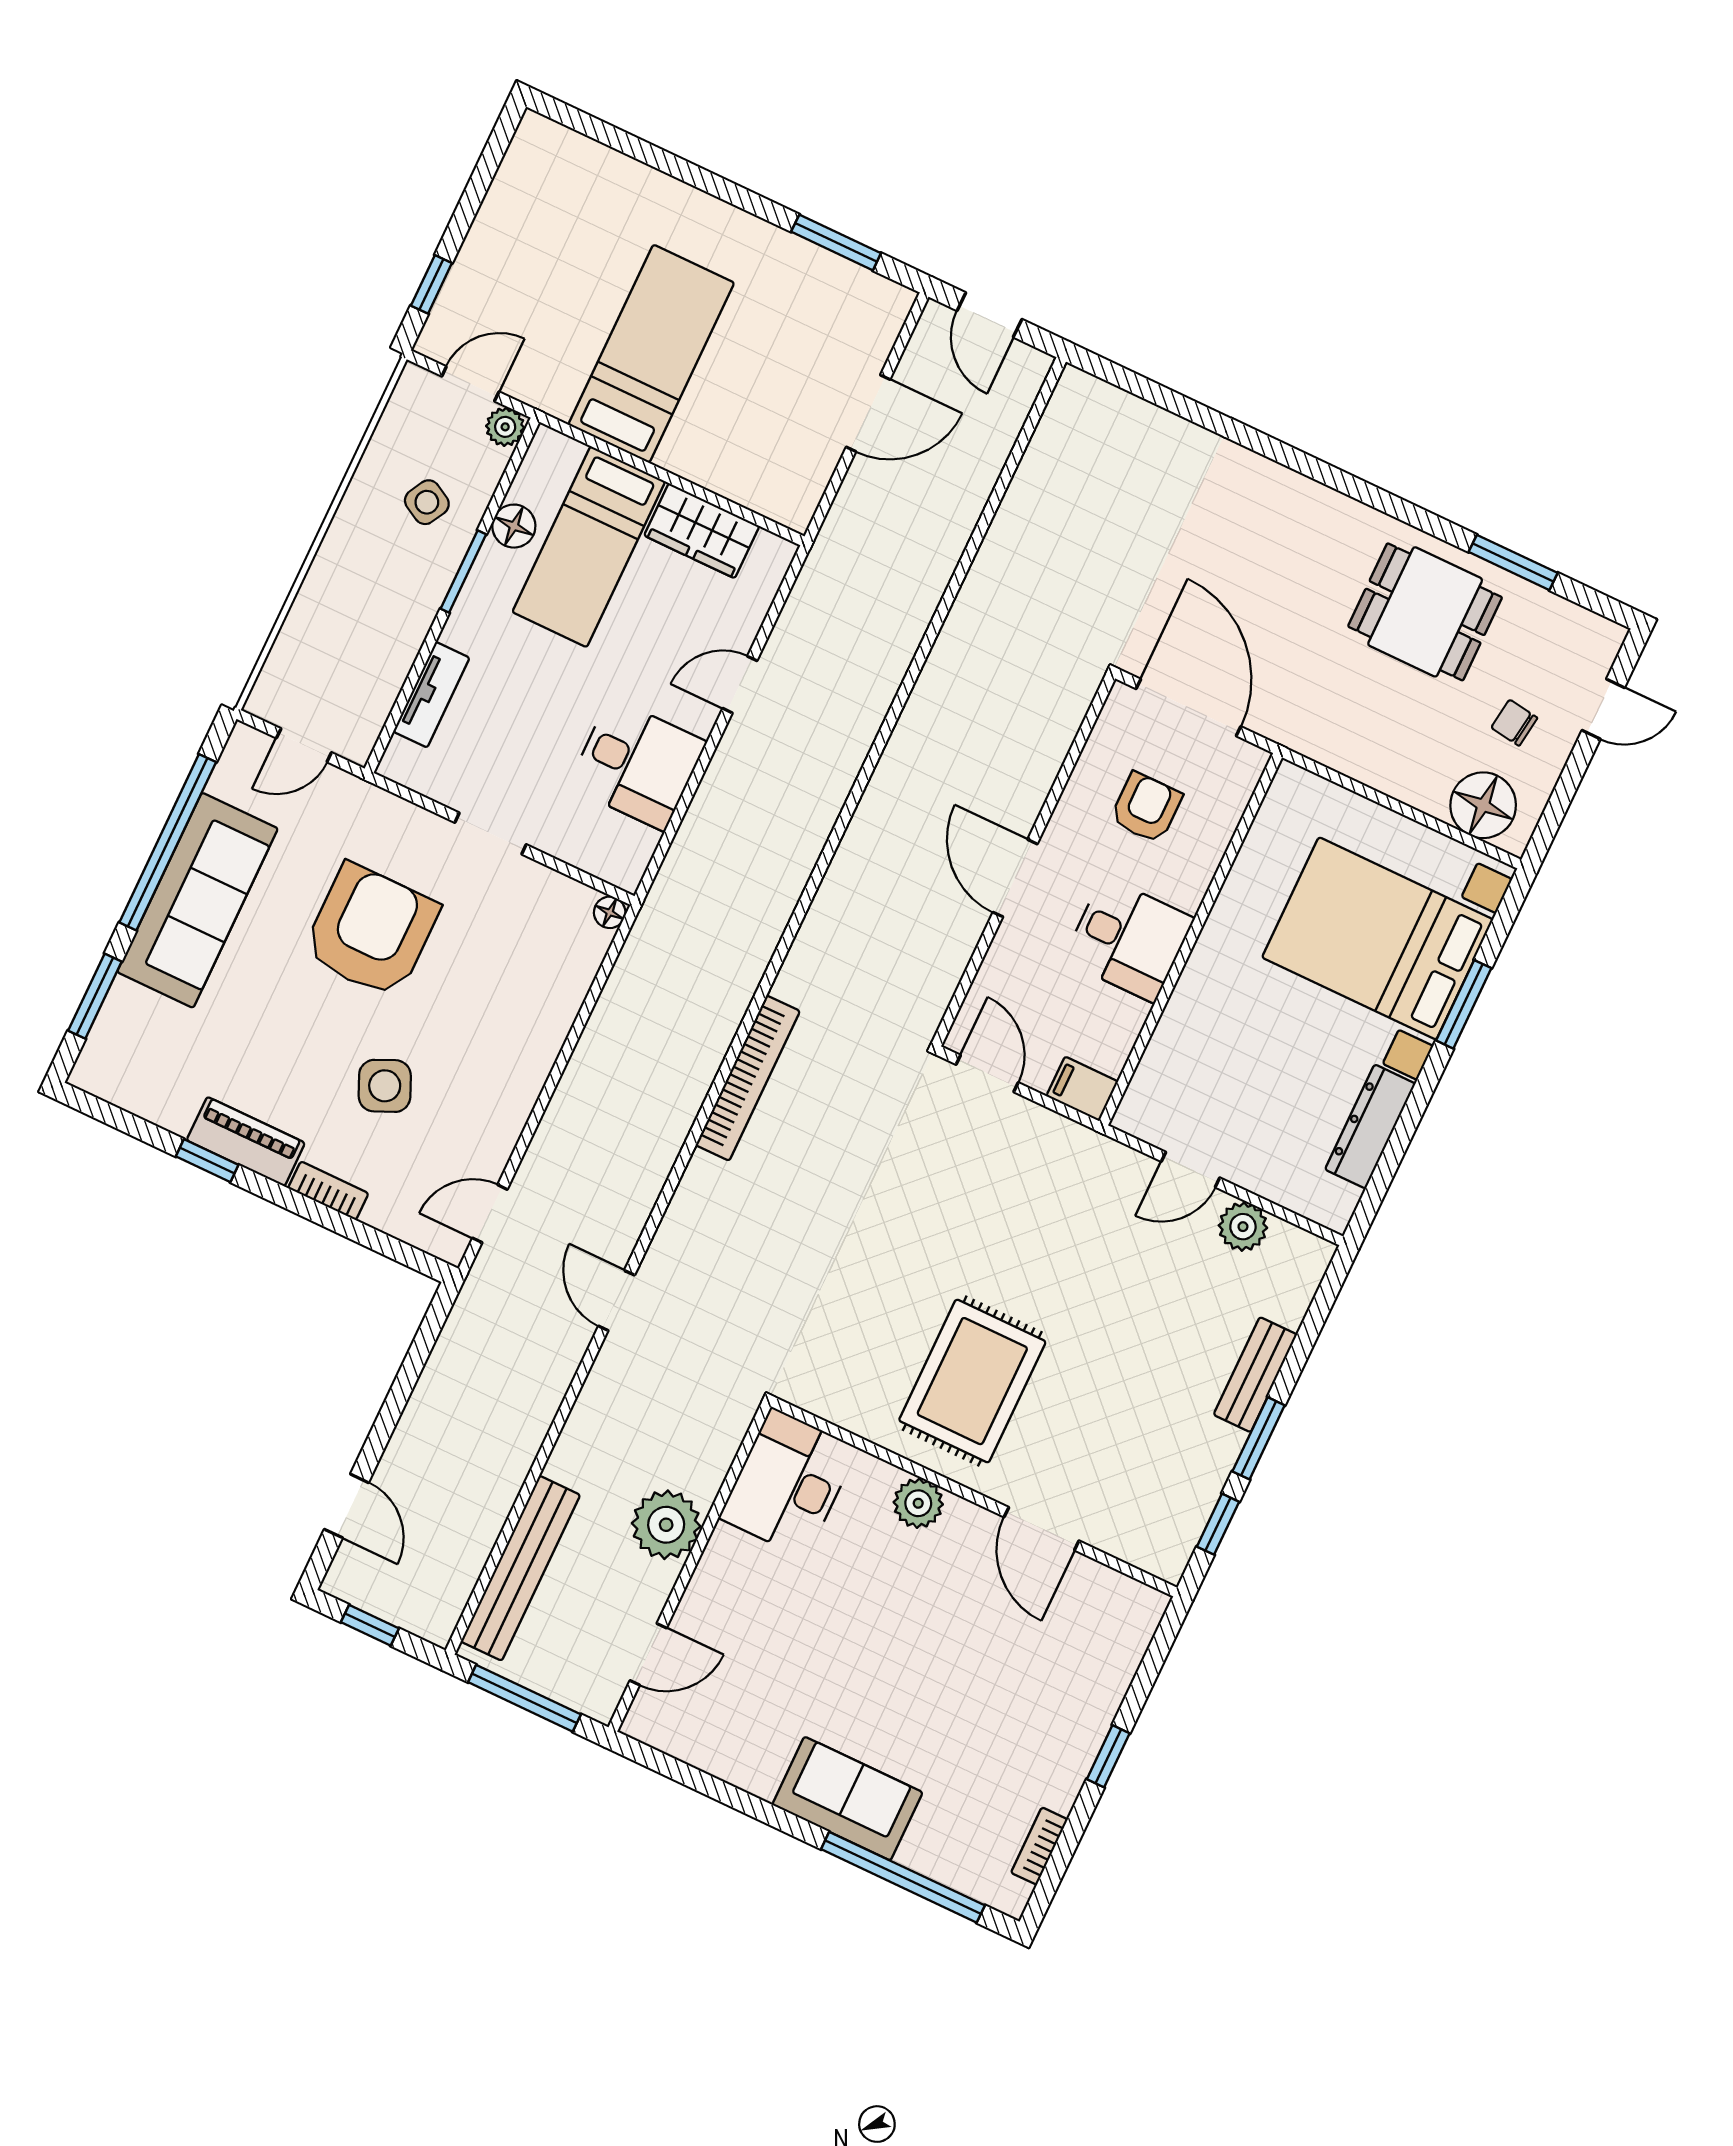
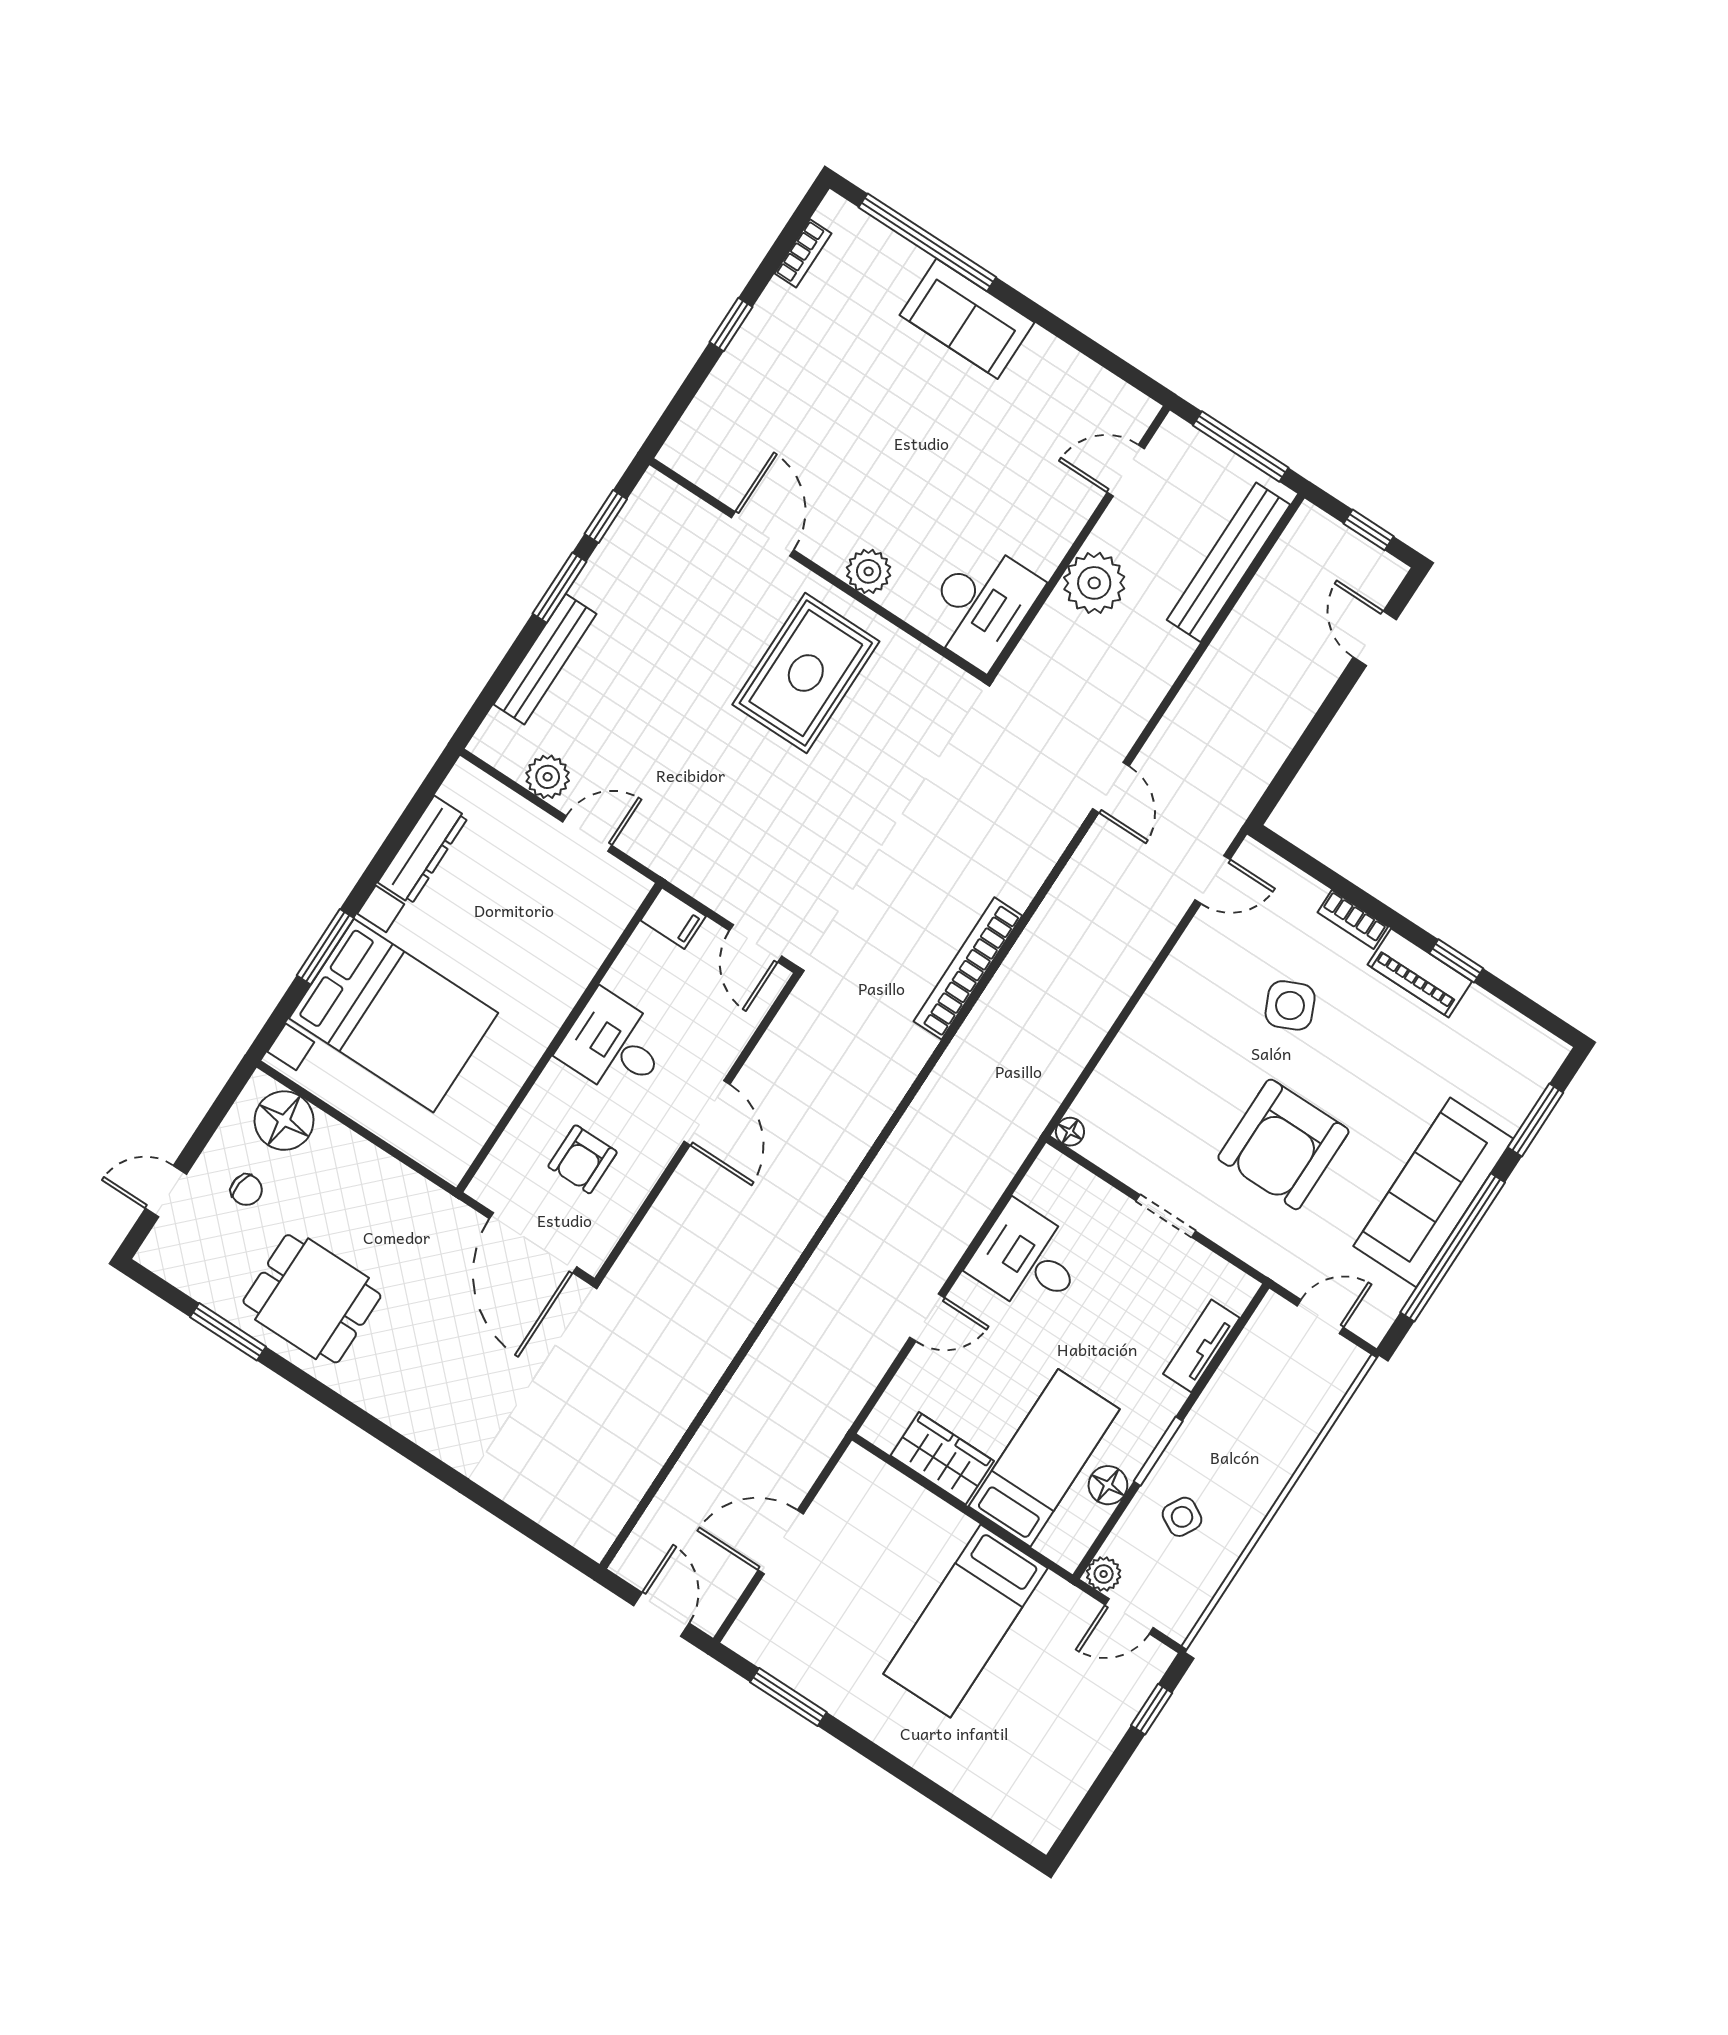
bench: (1255, 1375) -> (545, 659), width x1.36

